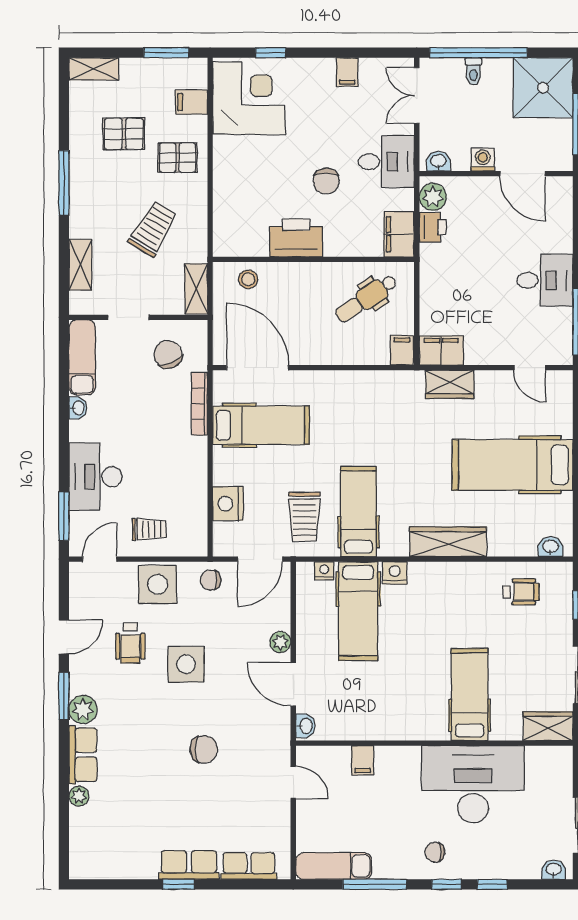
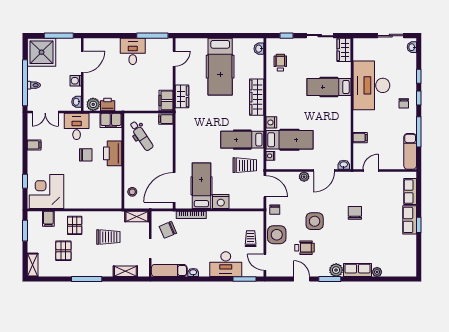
trolley: (153, 229) -> (108, 237), turned 149
printer: (296, 238) -> (113, 153), moved
nightstand: (228, 504) -> (221, 201), moved

